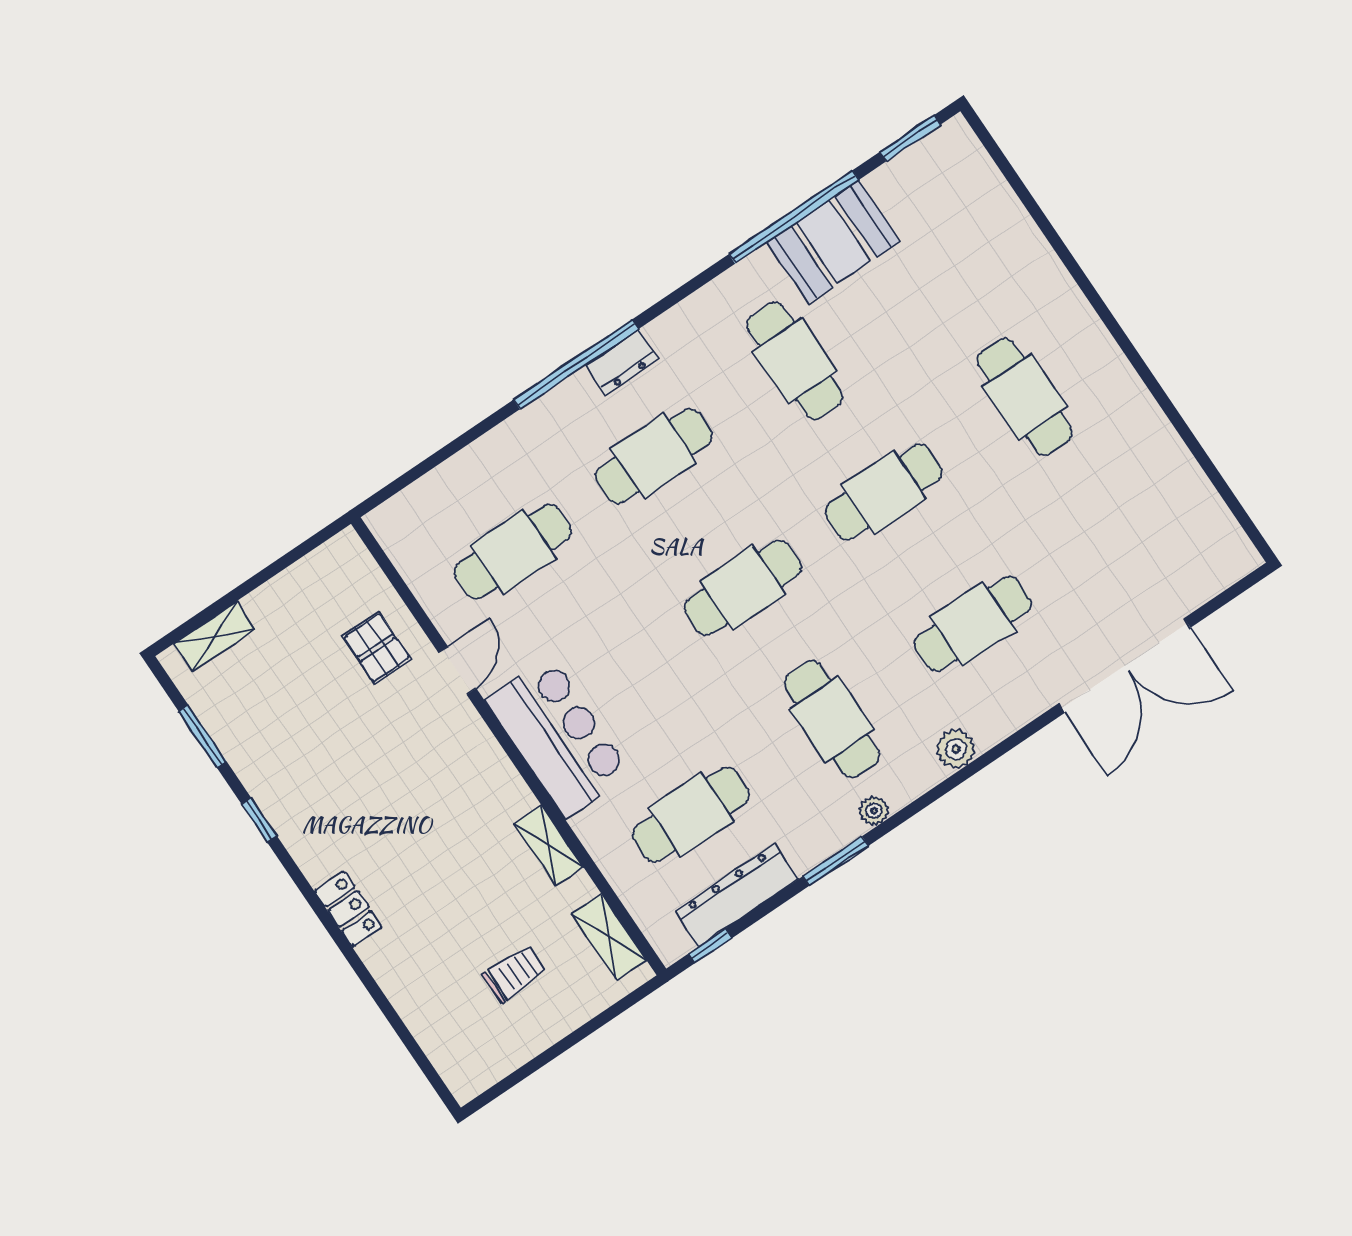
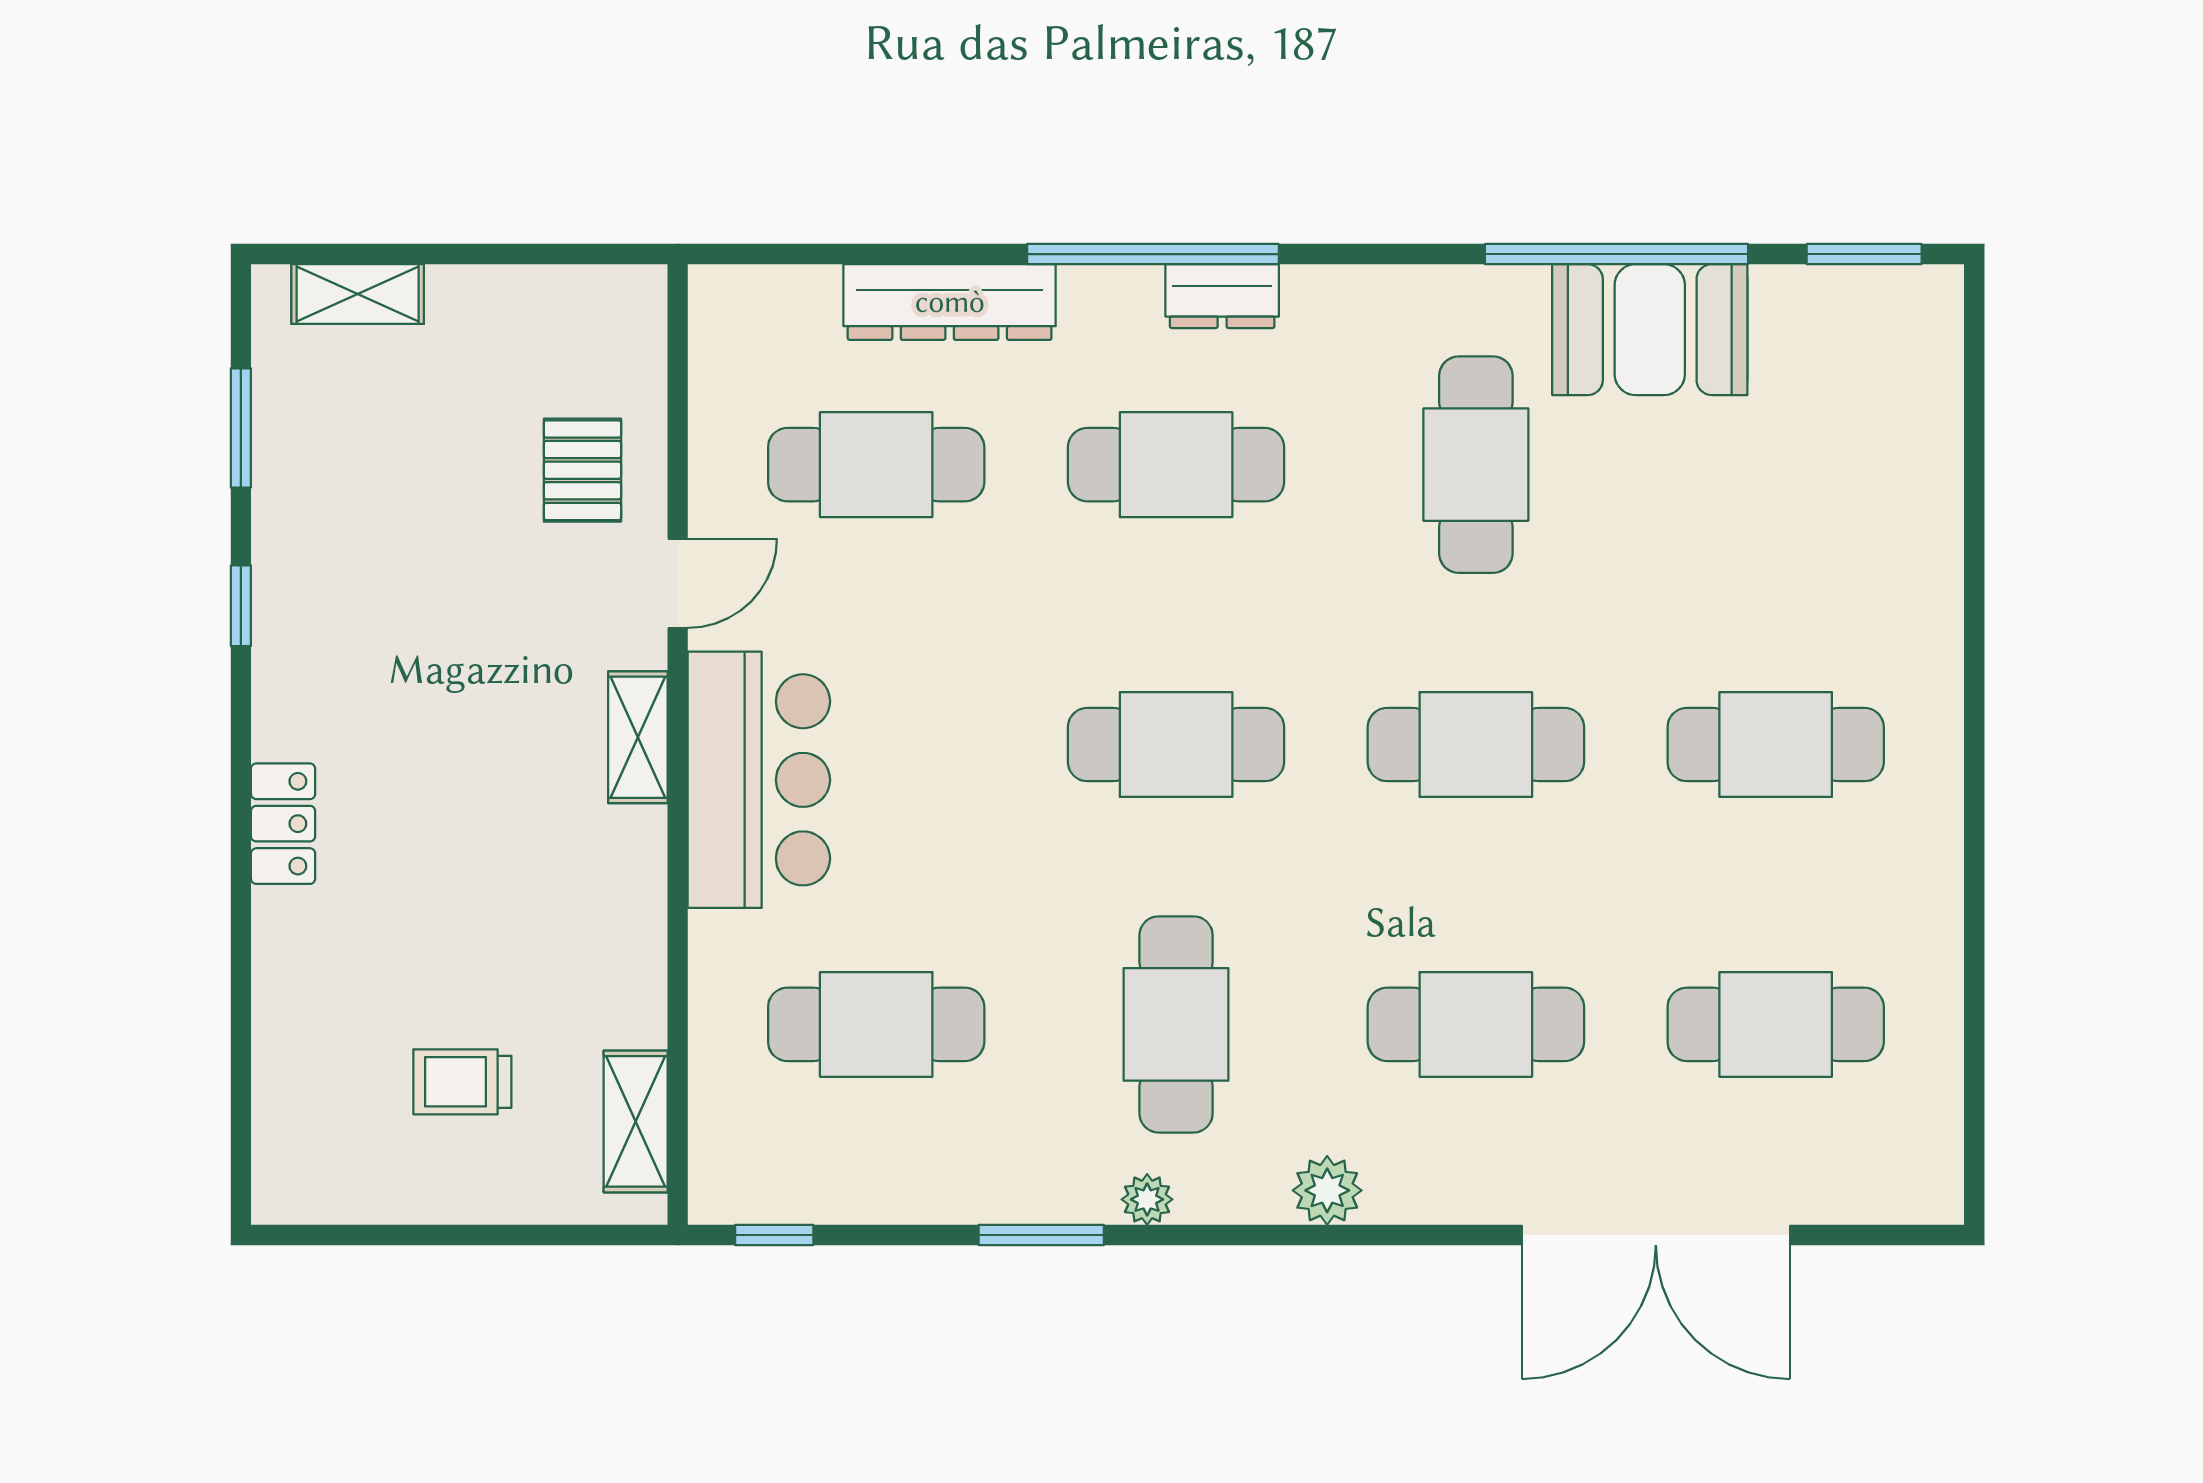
cafe table: (1025, 397) -> (1776, 745), turned 90
cafe table: (1114, 528) -> (1776, 1024), added
shelving: (549, 846) -> (638, 737), moved
dresser: (737, 895) -> (950, 302), moved, turned 180
trolley: (515, 973) -> (462, 1082), turned 180

